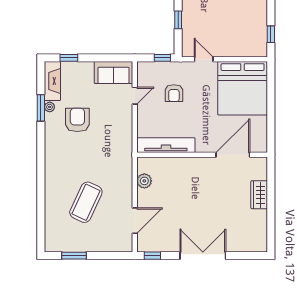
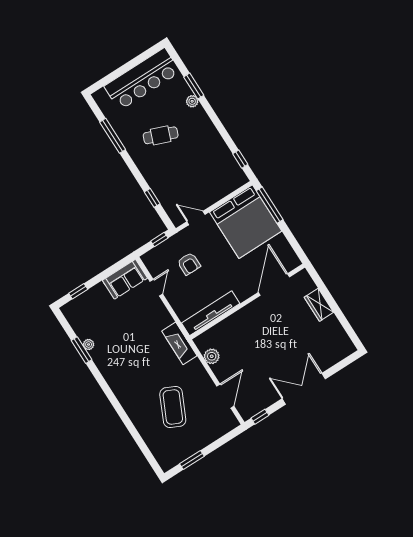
fireplace: (52, 81) -> (179, 343), moved, turned 180
window: (271, 87) -> (270, 205), added
armchair: (77, 120) -> (120, 340), removed

